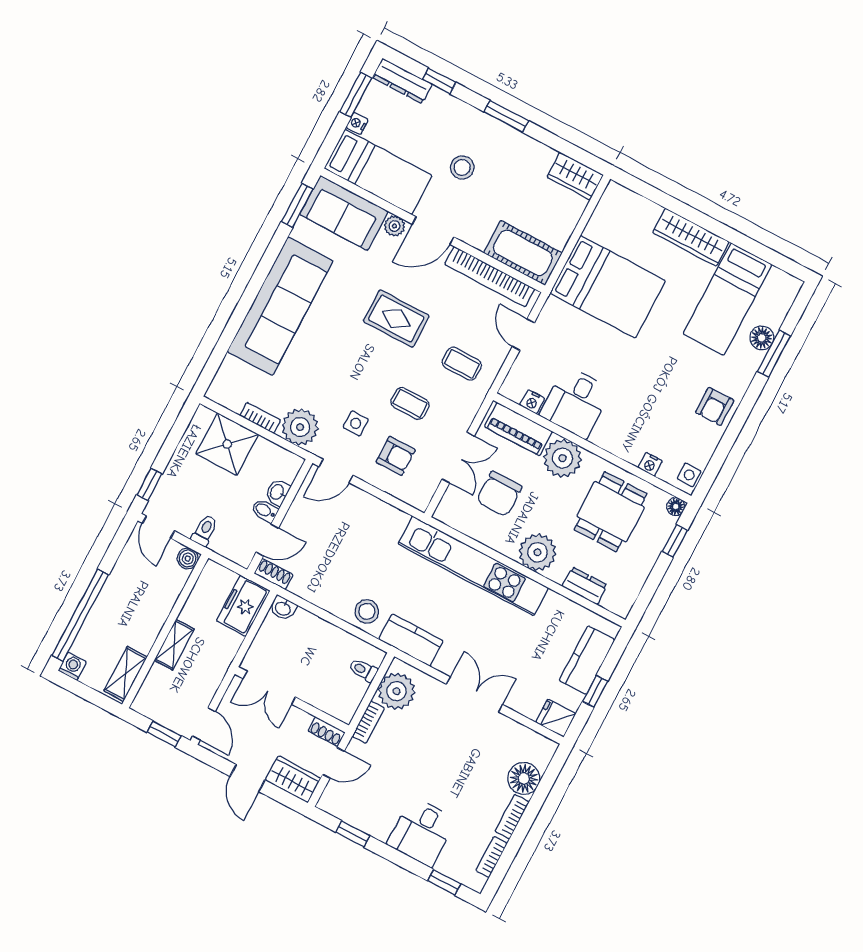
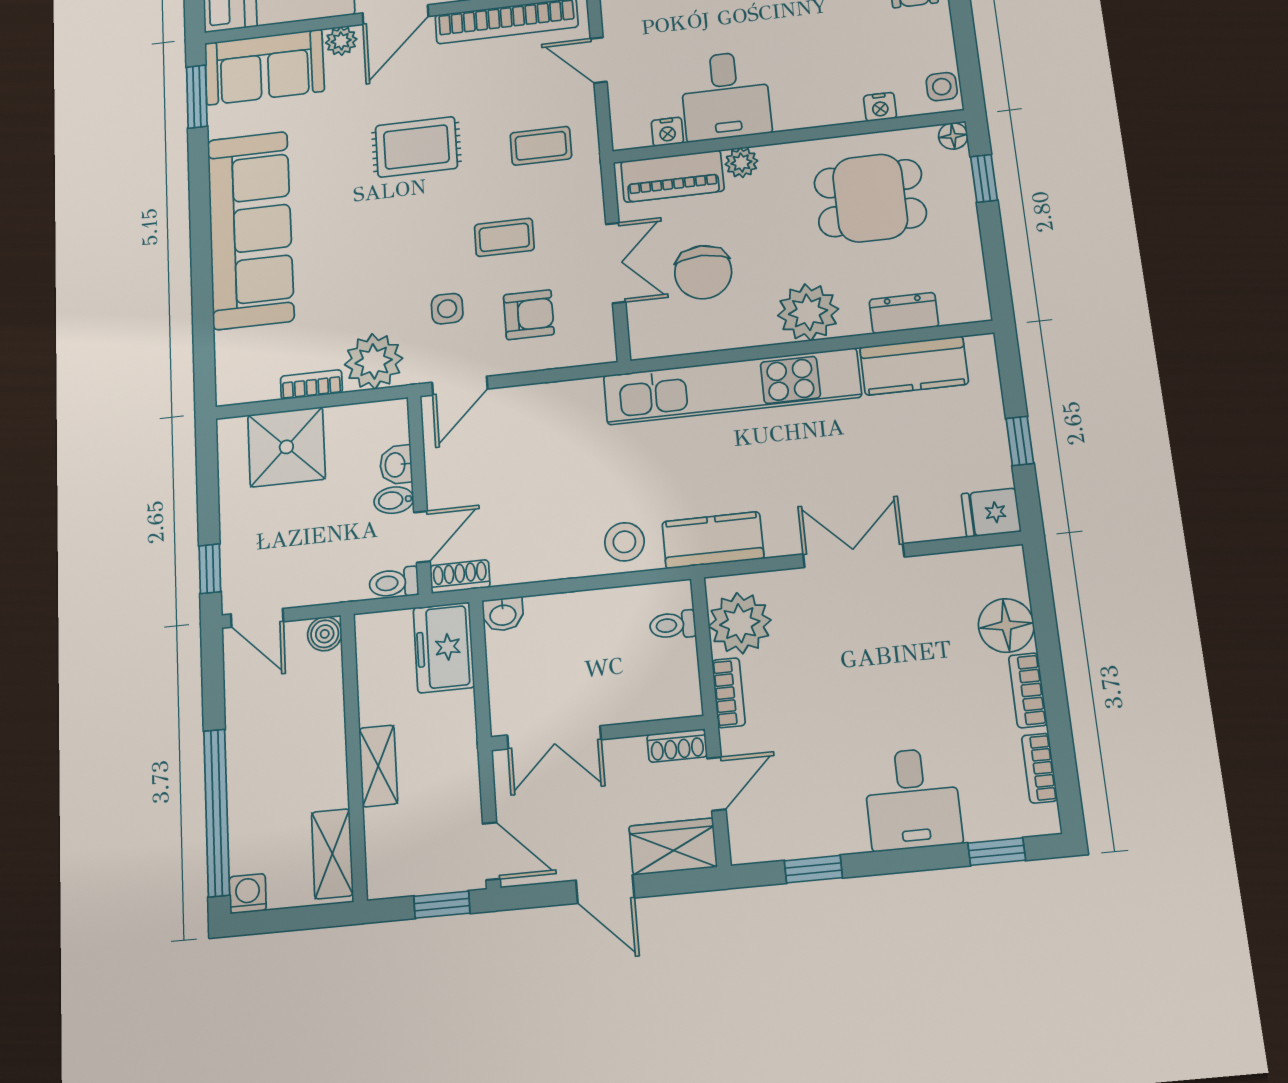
plant: (562, 458) -> (741, 163), width x0.53, depth x0.53
dining table: (611, 512) -> (870, 198), turned 90
toilet: (205, 531) -> (394, 583), moved, turned -90
kitchen counter: (587, 660) -> (914, 366), moved, turned -90

